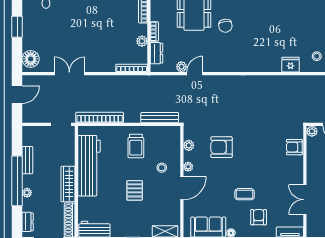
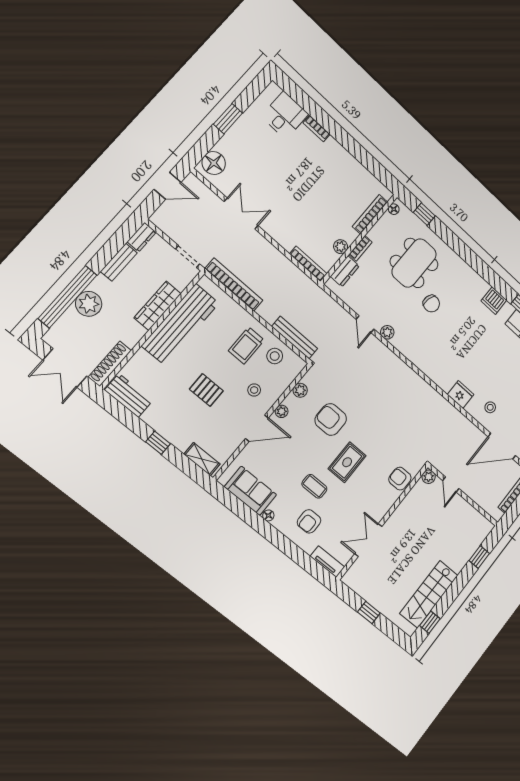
chair: (225, 26) -> (431, 304), turned -71
plant: (181, 67) -> (387, 332), moved
door: (195, 74) -> (365, 324), swing flipped
stool: (157, 138) -> (275, 356), added
rug: (253, 164) -> (347, 462), added
window: (17, 181) -> (68, 297), moved
wardrobe: (68, 184) -> (158, 306), moved
pallet: (135, 190) -> (206, 390), turned 90
plant: (27, 193) -> (89, 304), width x1.88, depth x1.88
armchair: (259, 217) -> (309, 521), turned 180
dresser: (28, 222) -> (142, 237), moved

